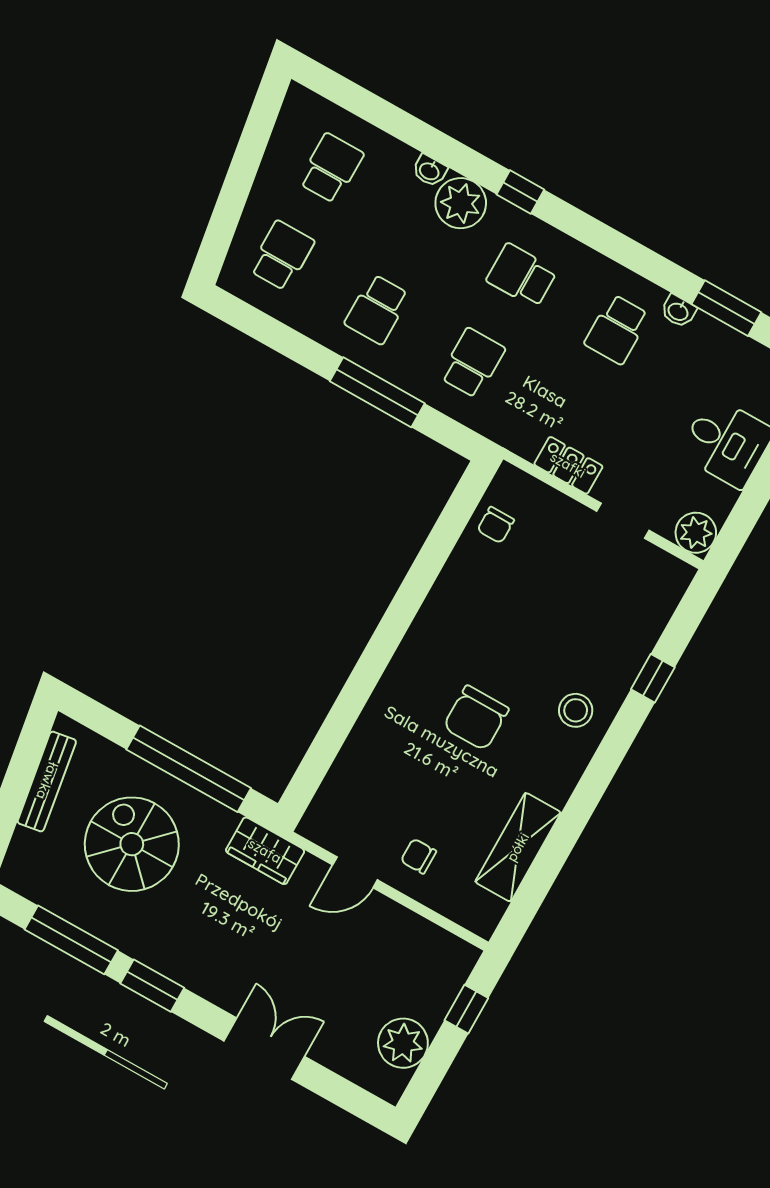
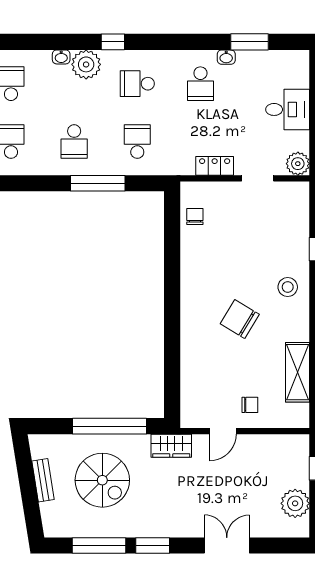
chair: (496, 525) -> (195, 216), turned 180
chair: (476, 718) -> (240, 319), turned 121
bench: (47, 781) -> (43, 480), width x0.73
spiral stairs: (132, 844) -> (102, 480), turned 180
chair: (419, 856) -> (250, 405), turned 180

